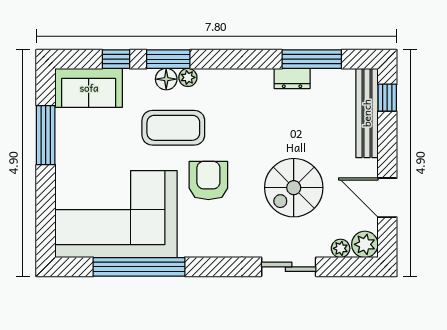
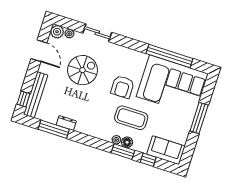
window: (46, 135) -> (199, 118), moved

